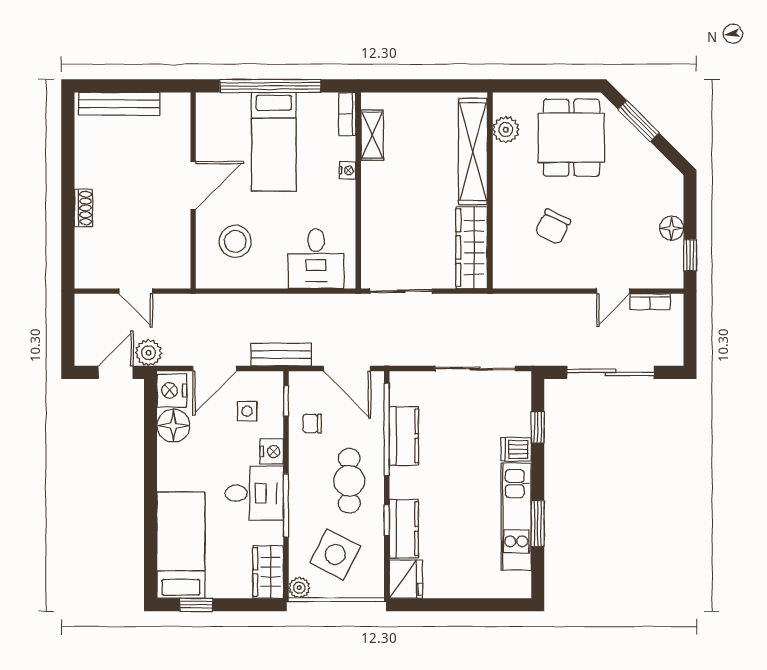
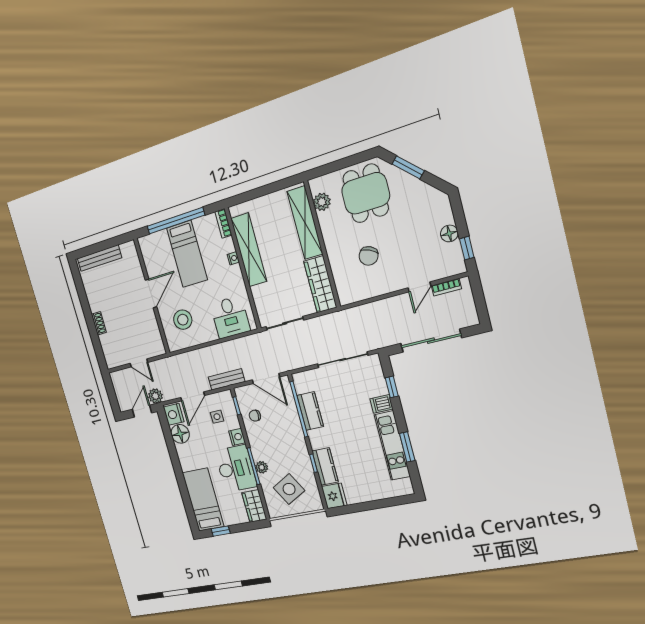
shelving: (372, 135) -> (249, 250), width x2.20, depth x1.33
cafe table: (349, 481) -> (285, 445), removed
desk: (254, 493) -> (236, 469), width x1.37
side table: (335, 554) -> (289, 489), turned 34
plant: (299, 588) -> (262, 467), moved

